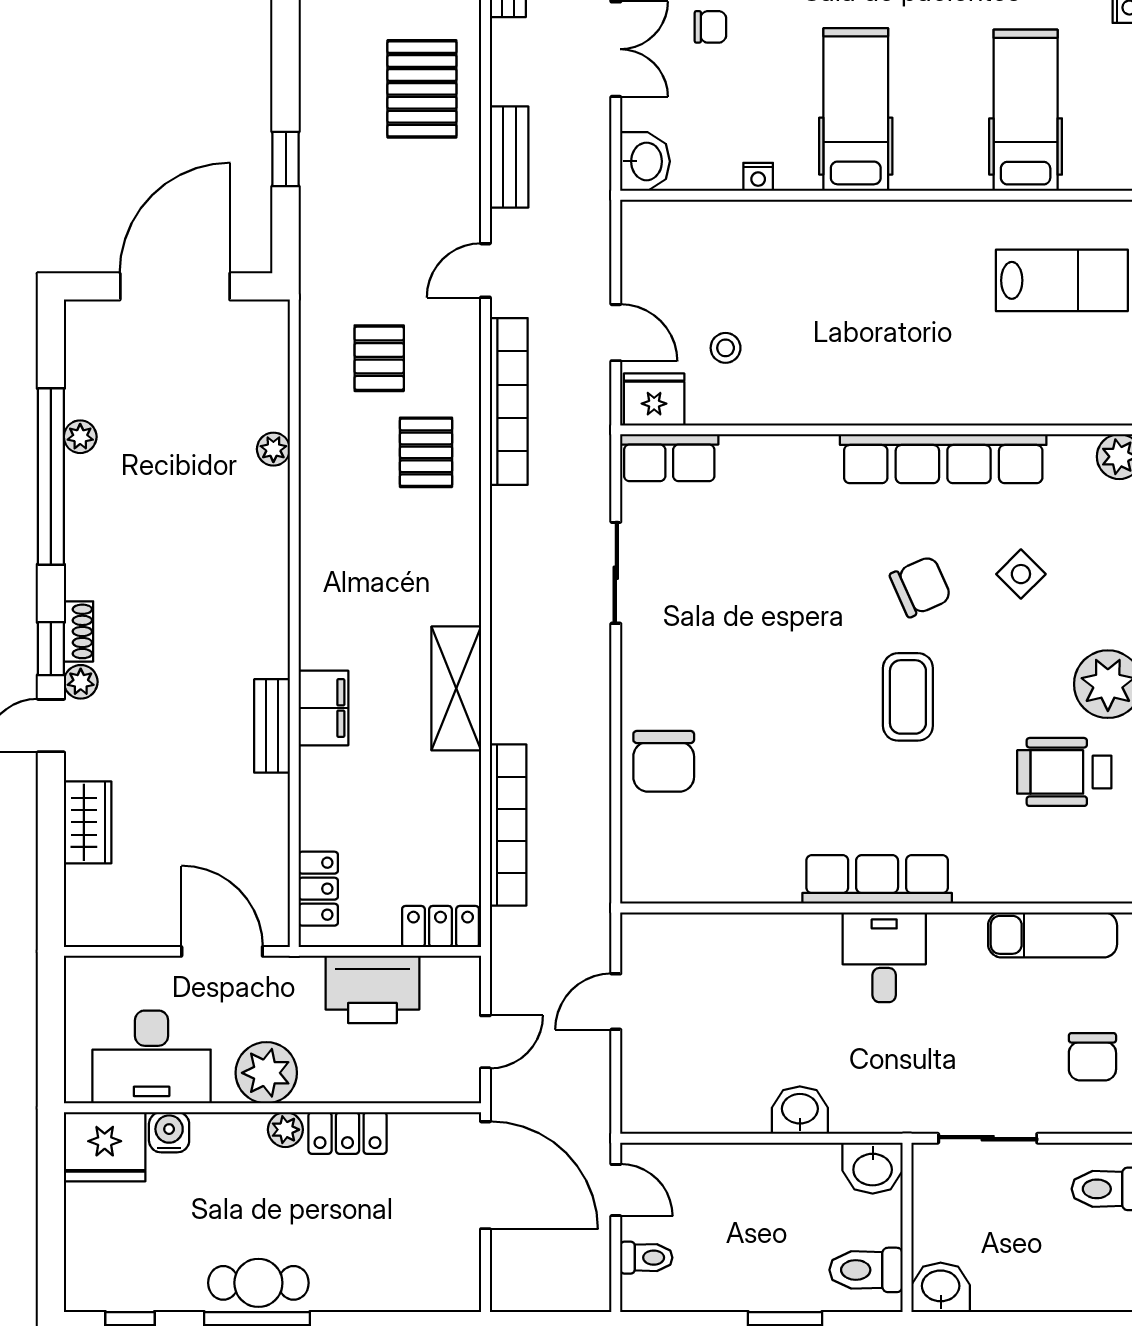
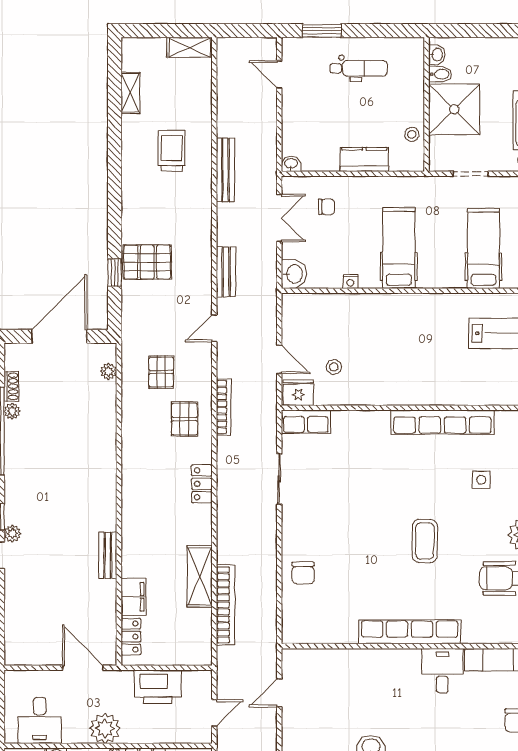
pallet: (422, 89) -> (147, 262), moved, turned 90
bookcase: (509, 401) -> (224, 407), width x0.68, depth x0.76
plant: (273, 449) -> (108, 371), moved
side table: (1021, 574) -> (481, 480), turned 45
chair: (921, 587) -> (431, 486), removed
shoe rack: (79, 631) -> (11, 386), moved
shelving: (456, 688) -> (200, 576), moved
filing cabinet: (323, 708) -> (133, 597), moved
chair: (664, 761) -> (303, 573), width x0.73, depth x0.73
wardrobe: (88, 822) -> (16, 604), removed
row of seats: (877, 879) -> (409, 632), width x1.36
locker: (440, 927) -> (202, 484), moved, turned -90
desk: (884, 957) -> (442, 671), moved
desk: (152, 1057) -> (40, 720), width x0.73

